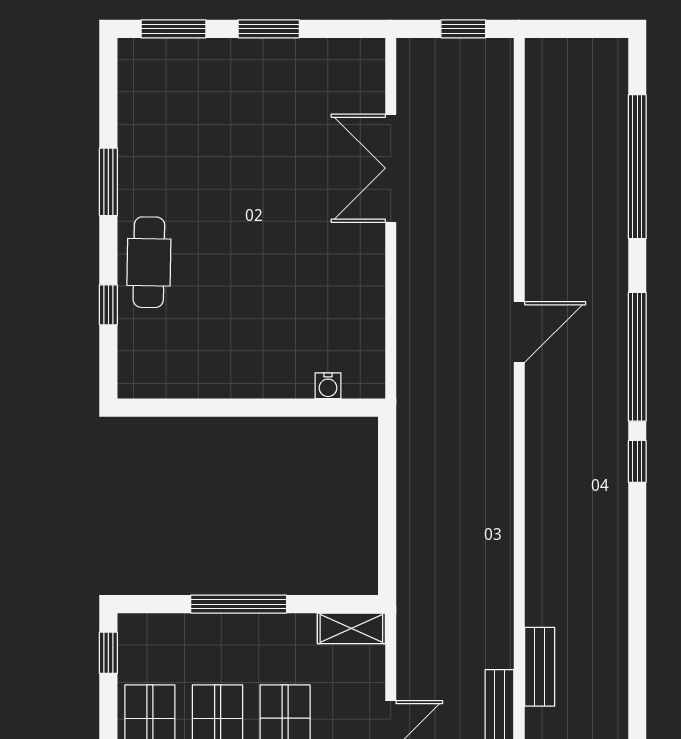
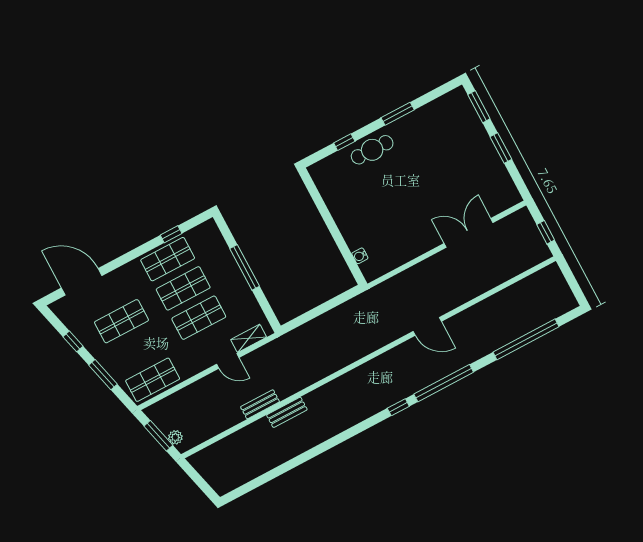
shelving: (351, 628) -> (249, 338), moved, turned 90
window: (108, 653) -> (171, 234), moved

